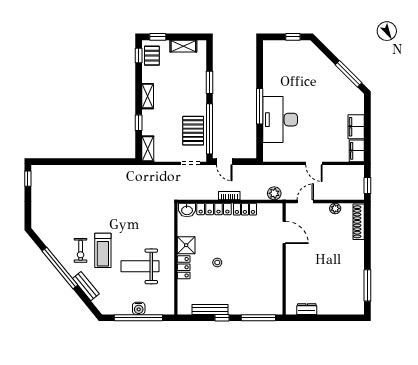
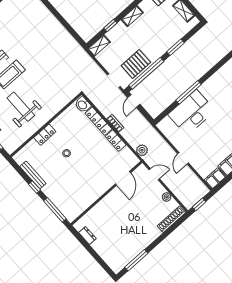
shower: (186, 245) -> (60, 124), removed

